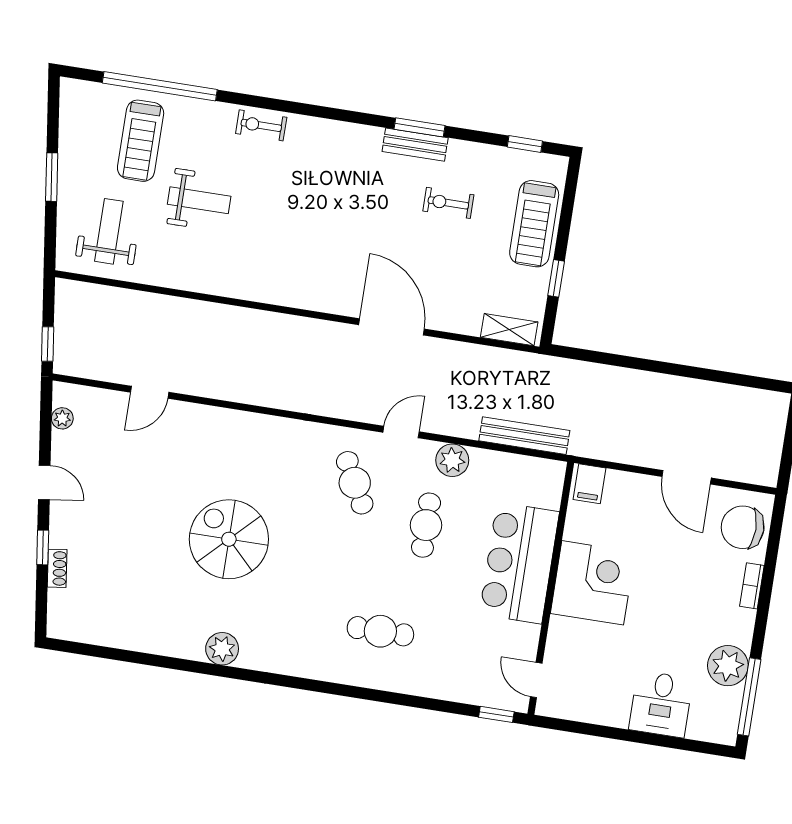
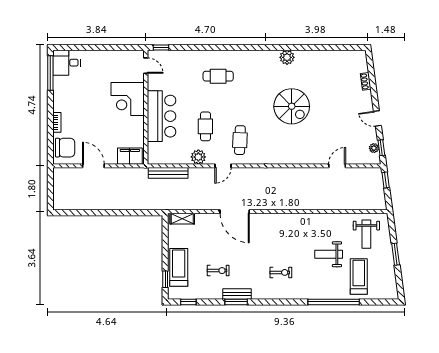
window: (160, 86) -> (334, 302), moved
exercise bike: (261, 125) -> (281, 272), moved
window: (556, 278) -> (165, 279), moved
cafe table: (355, 483) -> (240, 140), turned 30
filing cabinet: (590, 484) -> (130, 156), width x2.00
window: (43, 547) -> (381, 148), moved
corner desk: (593, 583) -> (128, 99), moved
plant: (728, 666) -> (62, 85), removed
desk: (661, 704) -> (67, 63), moved, turned -90

